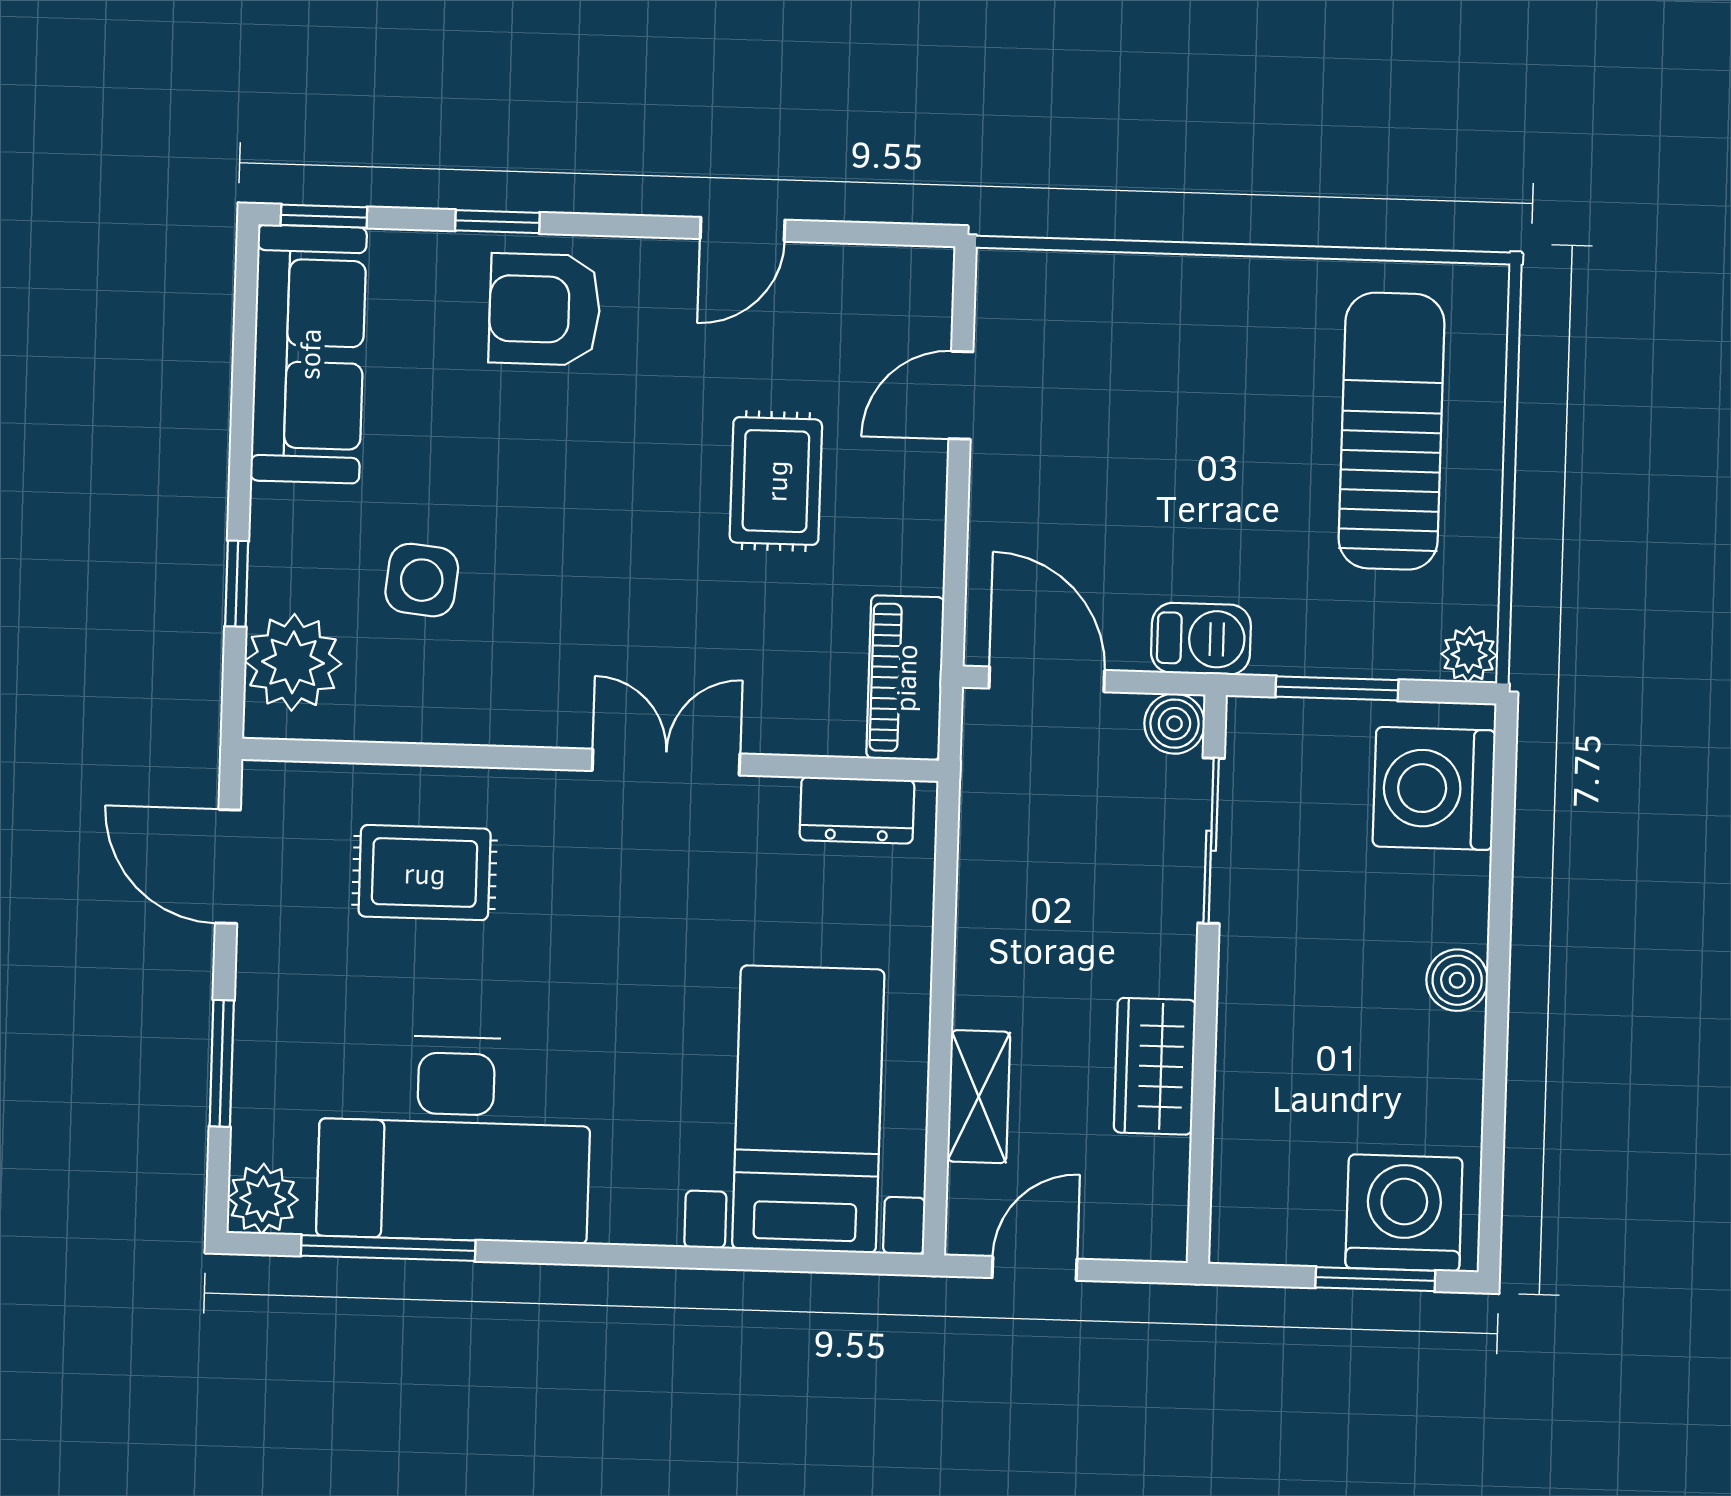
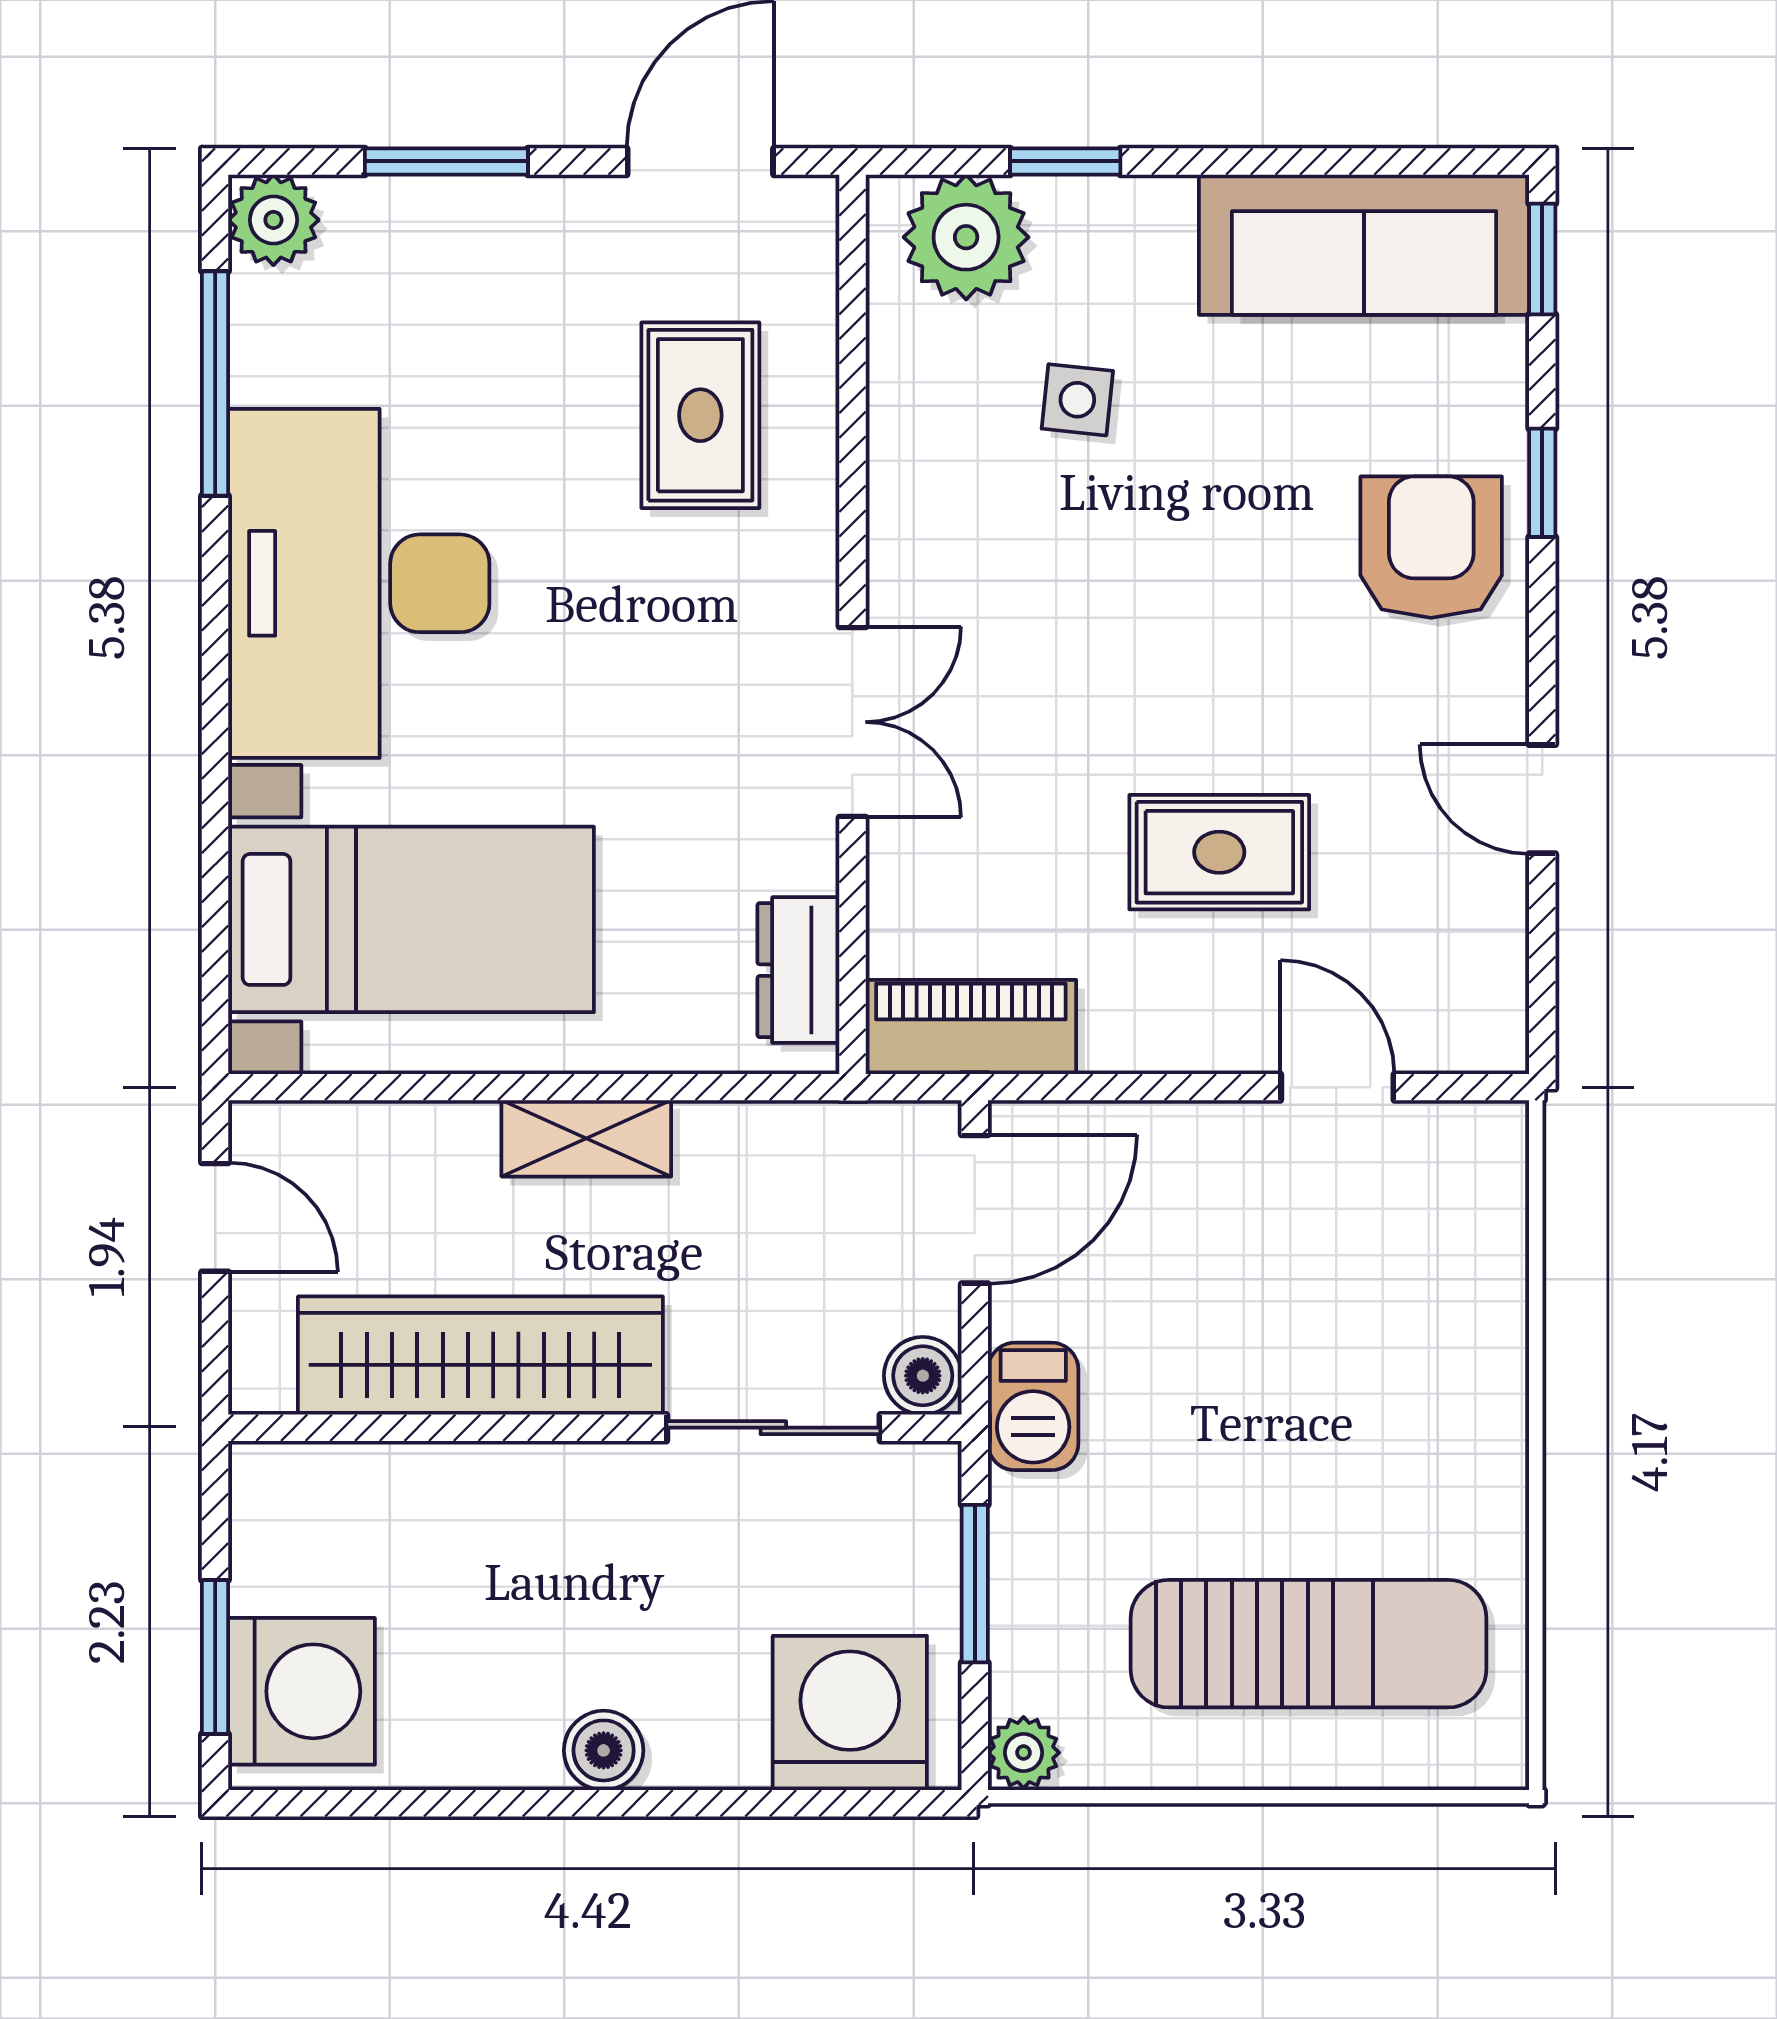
side table: (422, 580) -> (1077, 400), width x0.73, depth x0.73
wardrobe: (1155, 1066) -> (480, 1356), width x2.10, depth x1.17
shelving: (979, 1097) -> (586, 1138), moved
desk: (454, 1139) -> (359, 583), moved

